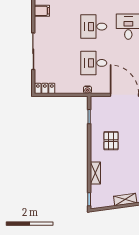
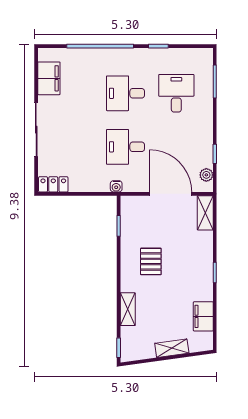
filing cabinet: (42, 11) -> (49, 78), width x2.00

